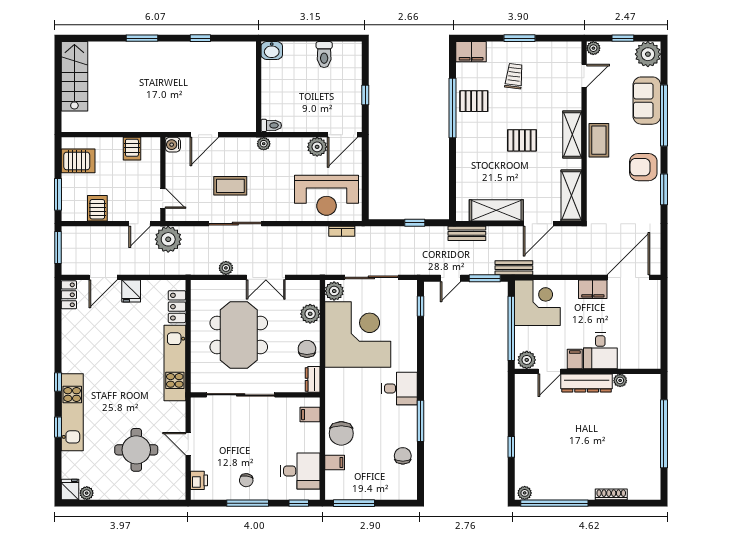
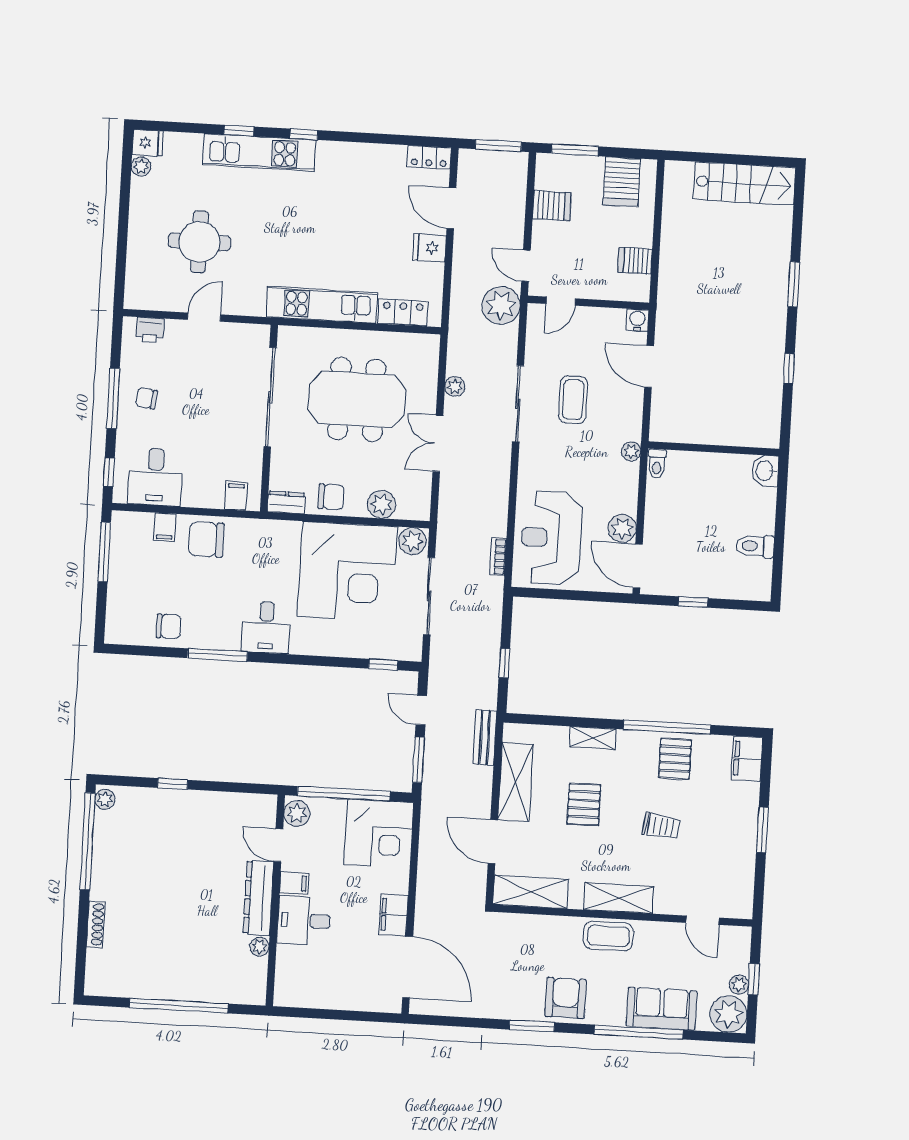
plant: (593, 48) -> (739, 985), moved
trolley: (514, 76) -> (661, 826), moved
pallet: (522, 140) -> (584, 804), moved
shelving: (463, 159) -> (593, 738), added
bench: (514, 268) -> (431, 803), removed

